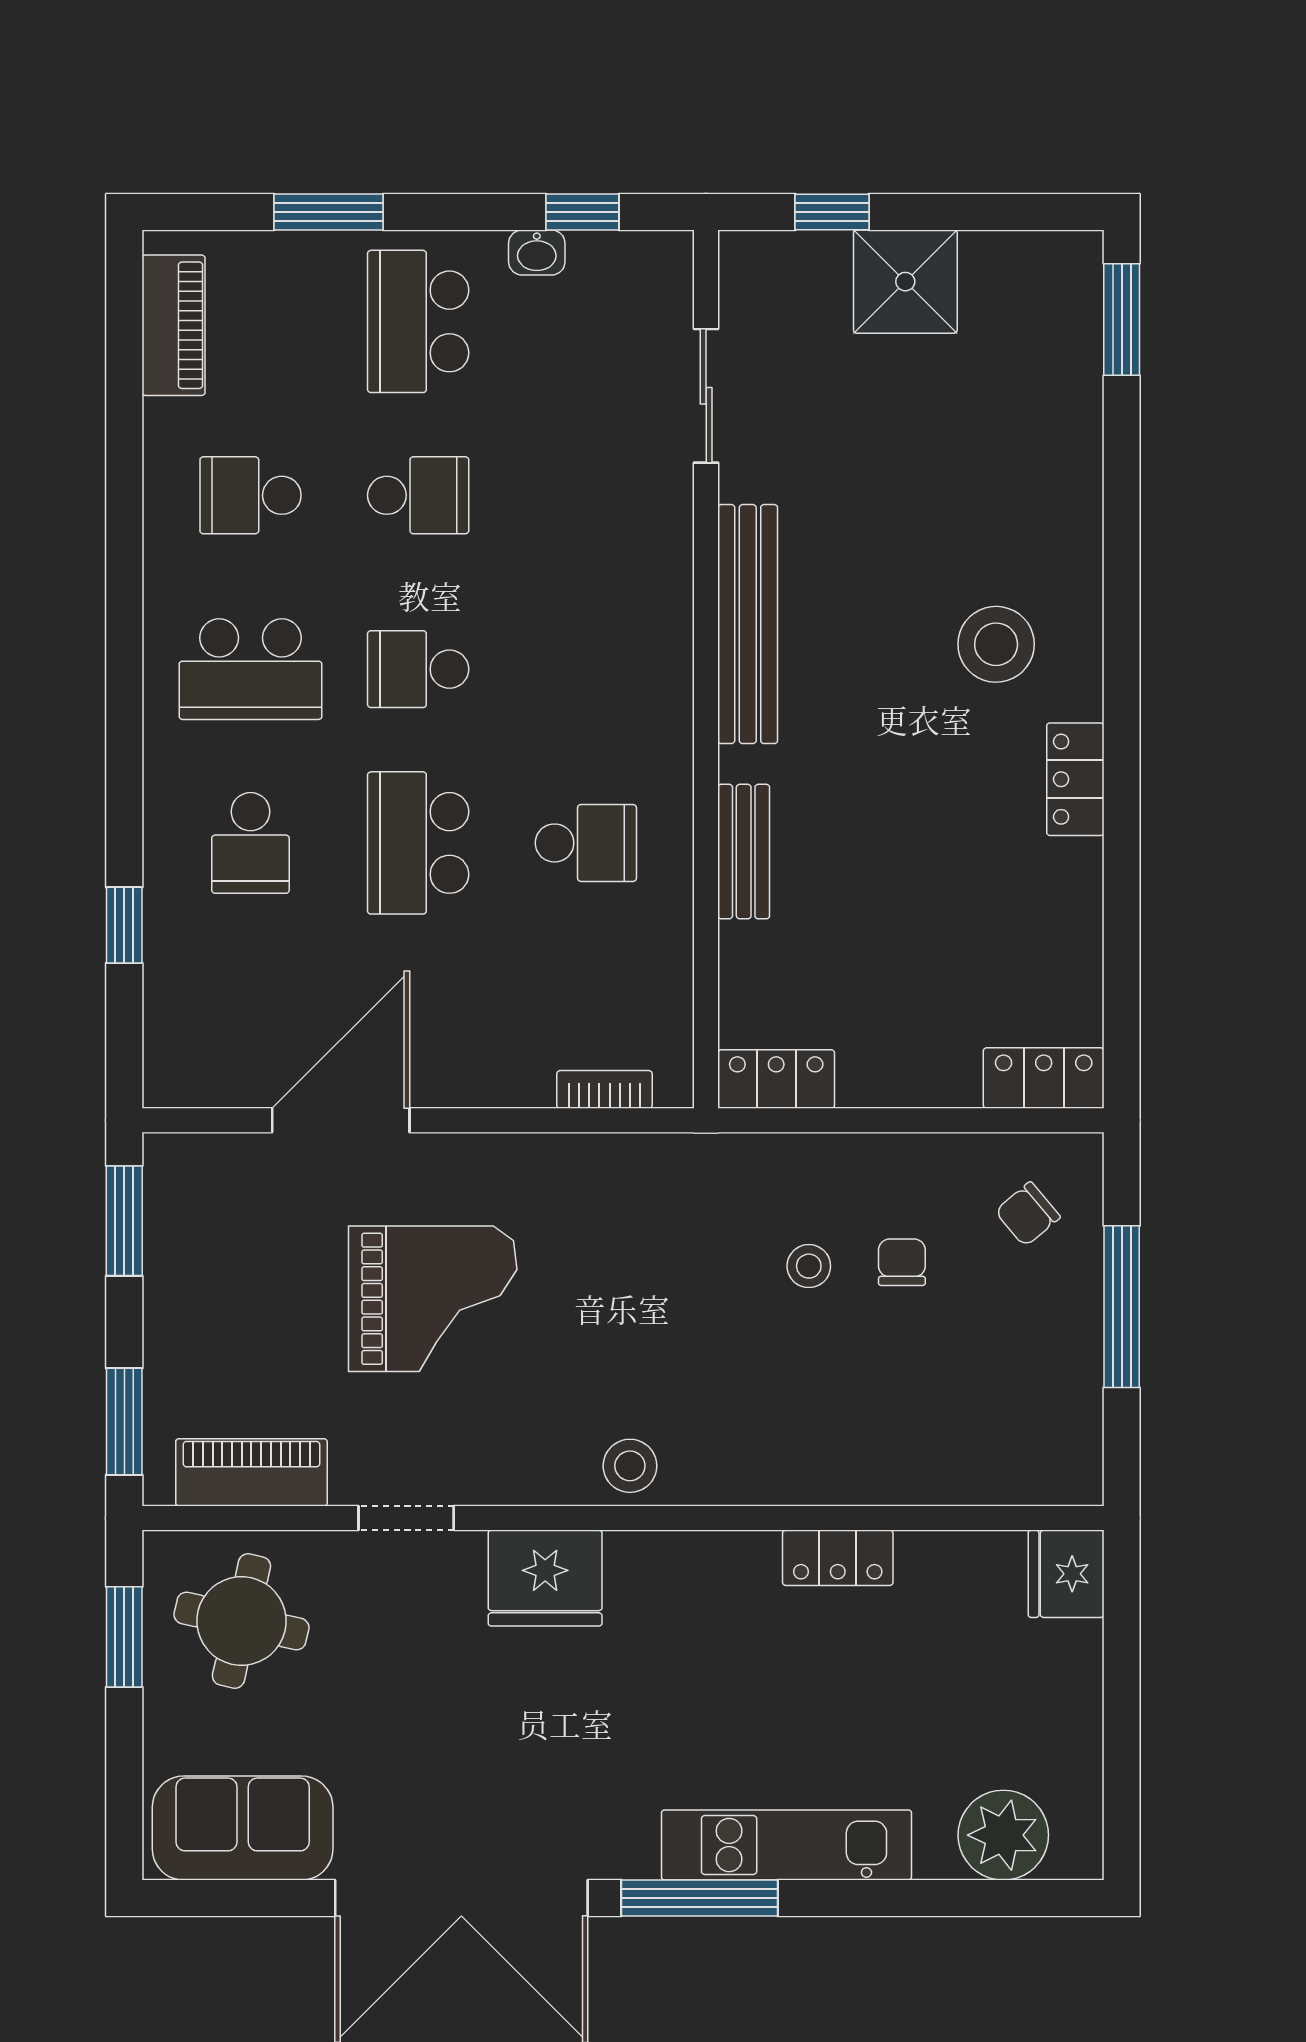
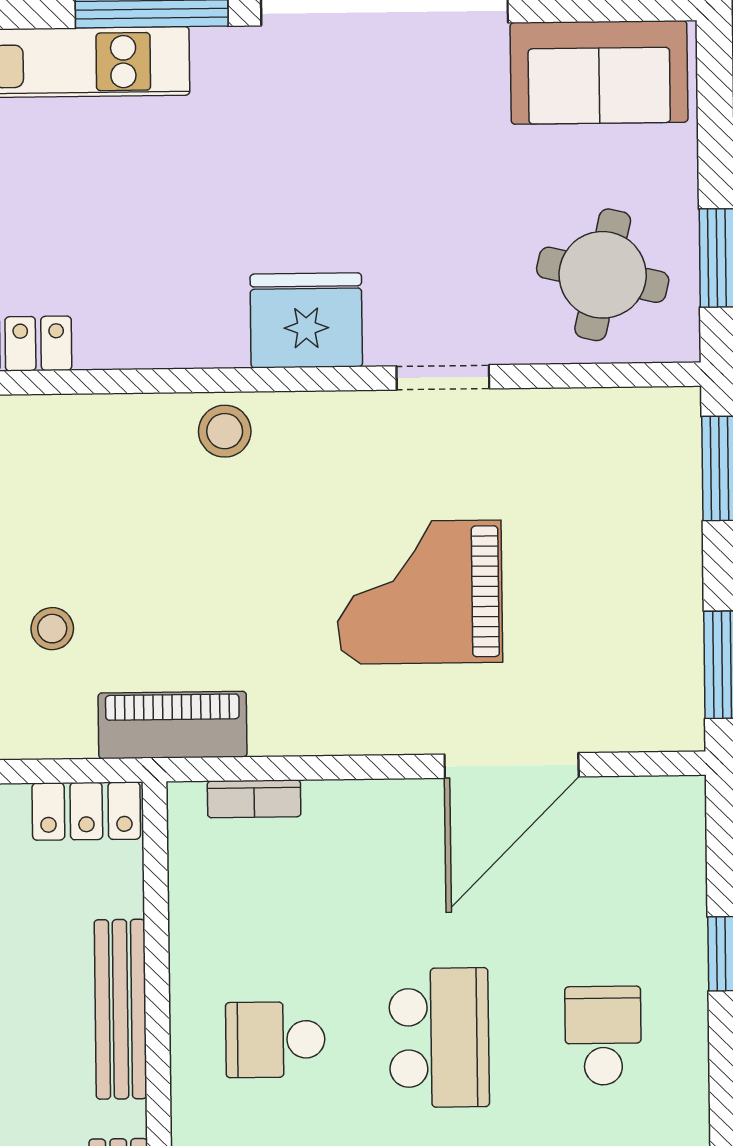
bench: (744, 852) -> (120, 1009), width x1.36
piano: (251, 1472) -> (173, 725), moved, turned 180

